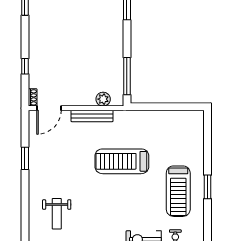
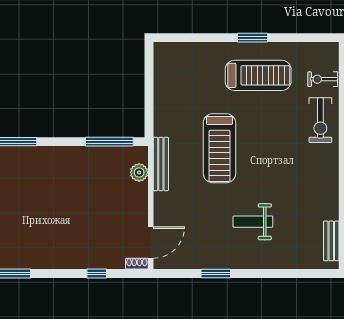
door: (49, 108) -> (151, 242), hinge flipped
bench: (92, 116) -> (161, 164), moved
weight bench: (57, 214) -> (253, 222), moved, turned 180

